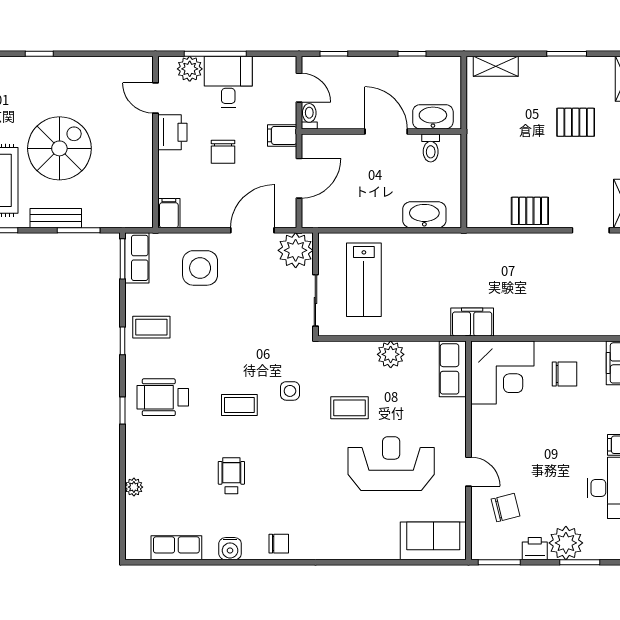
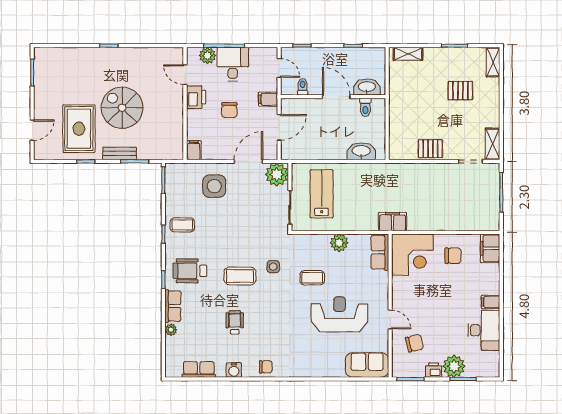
toilet: (309, 116) -> (303, 87), moved
spiral stairs: (59, 148) -> (122, 108), turned -90
row of seats: (137, 258) -> (173, 306), moved
lab bench: (364, 280) -> (322, 194), turned 180
coffee table: (239, 405) -> (240, 276), width x1.36, depth x1.30

